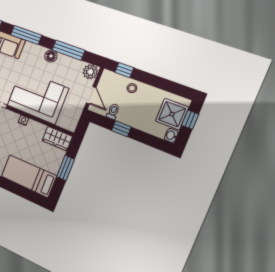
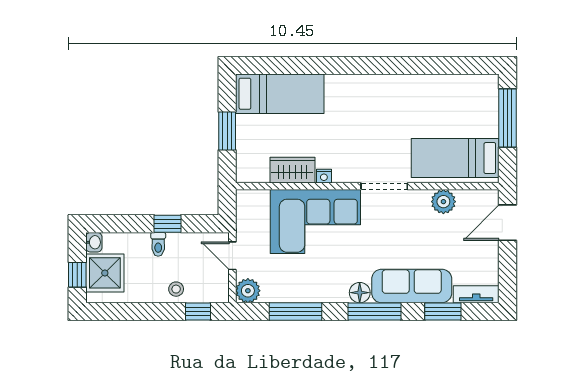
floor lamp: (51, 56) -> (360, 293), moved
toilet: (113, 111) -> (158, 244), moved
wardrobe: (57, 139) -> (292, 170), moved

